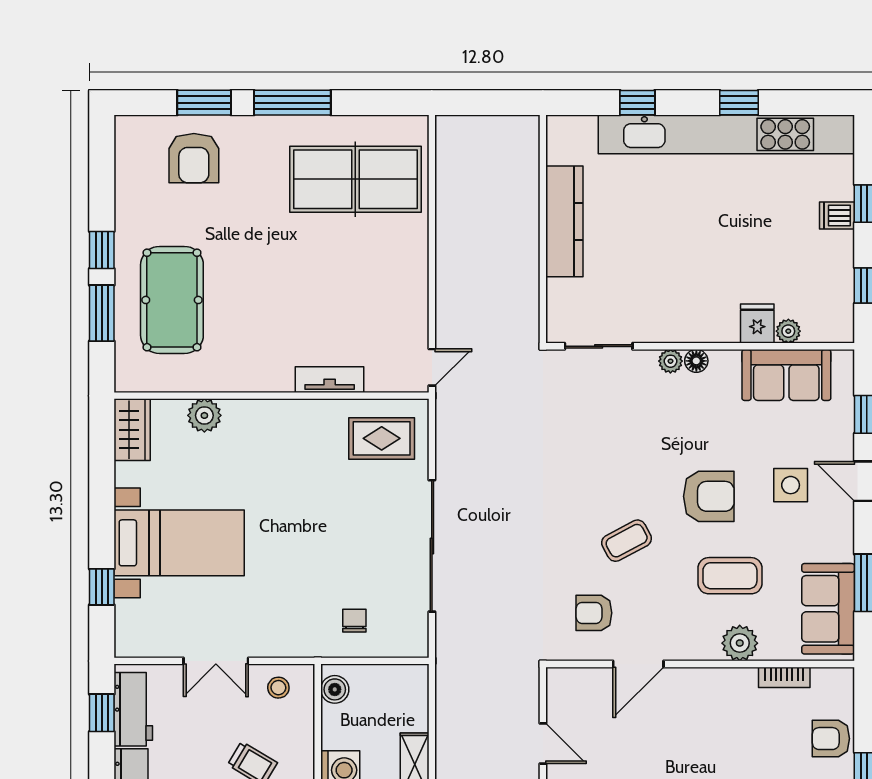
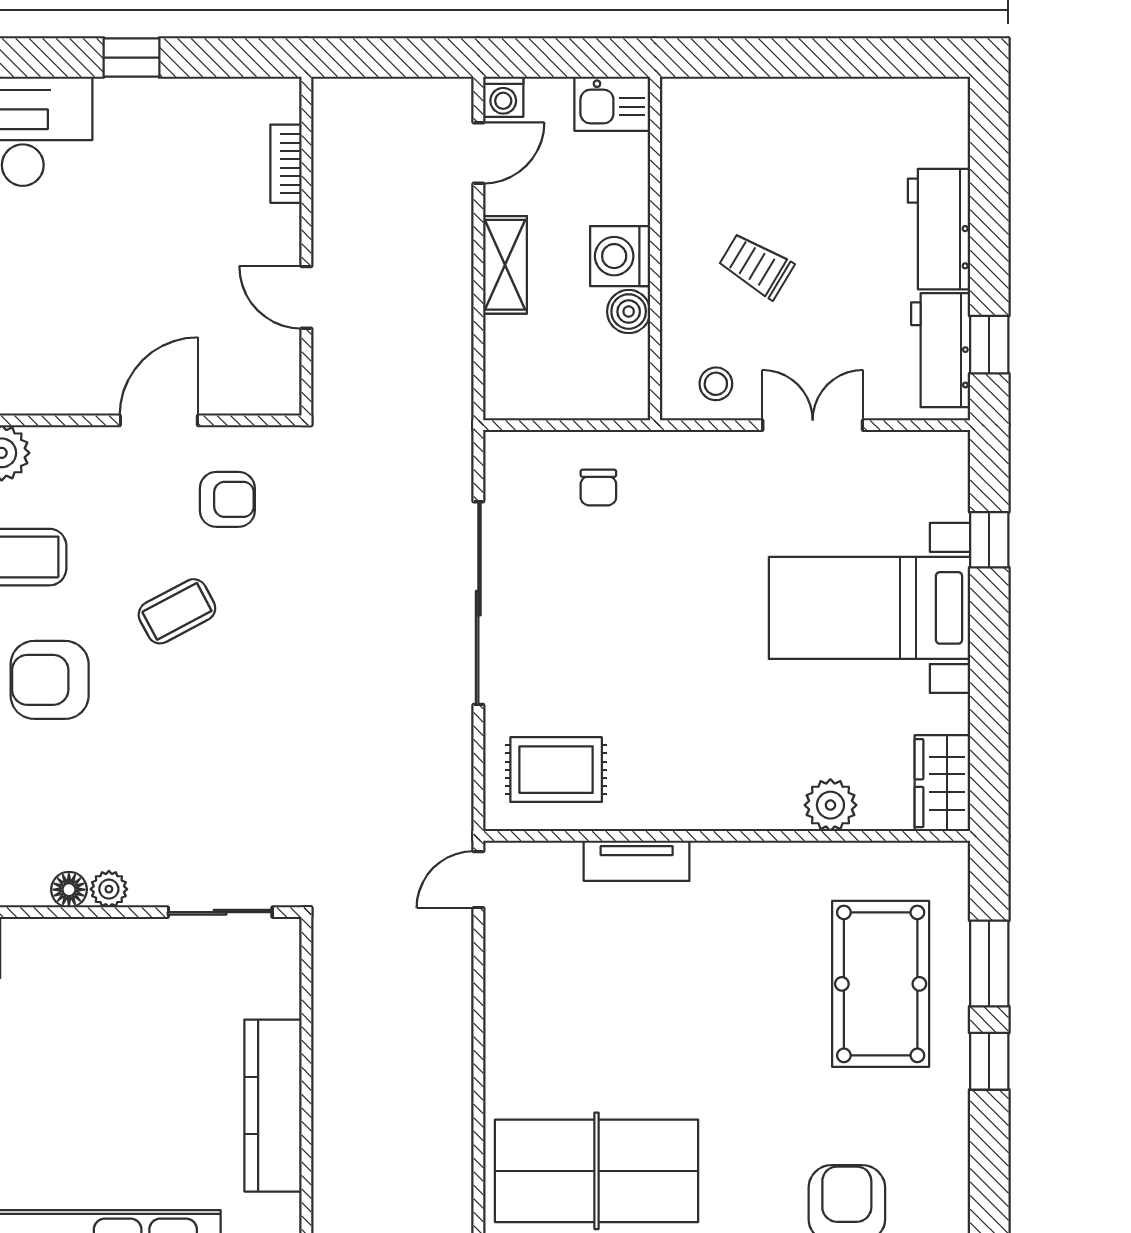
boiler: (335, 689) -> (629, 312), moved

